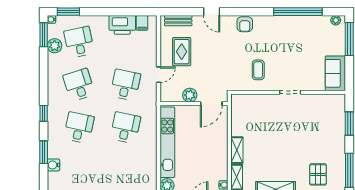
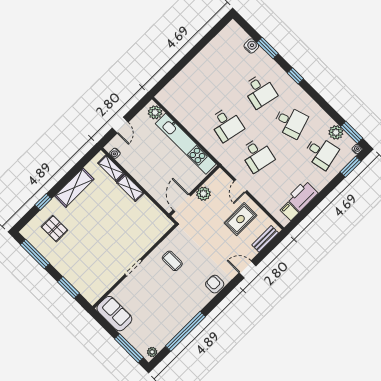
rug: (182, 52) -> (240, 219), turned 90

